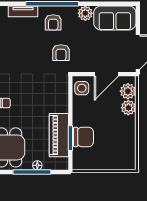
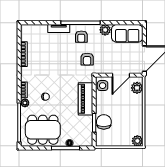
plant: (128, 108) -> (137, 141), moved
piano: (59, 135) -> (86, 99), moved
chair: (83, 137) -> (104, 122), turned -90

